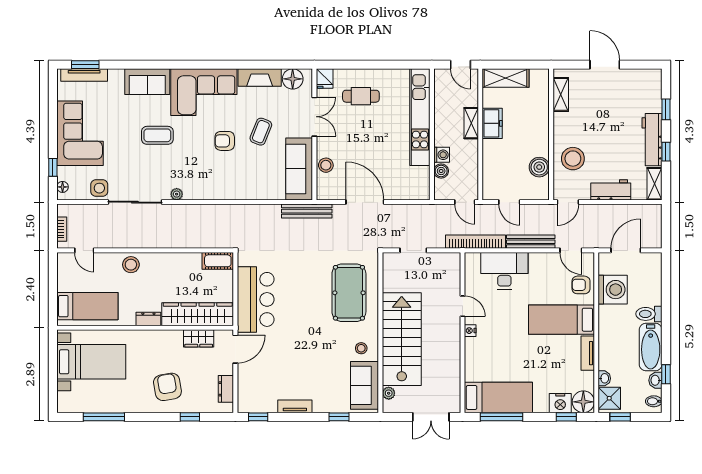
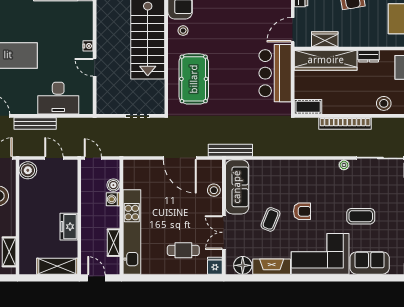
shelving: (471, 123) -> (113, 243), moved
boiler: (539, 167) -> (28, 170), moved
bookcase: (475, 242) -> (345, 123), moved

